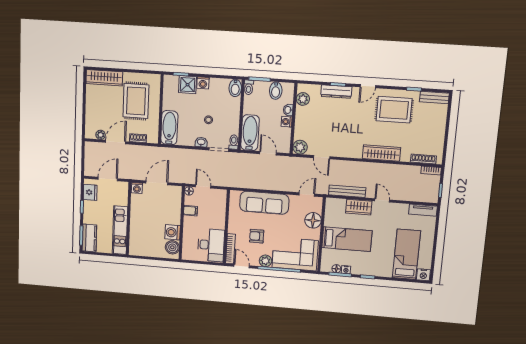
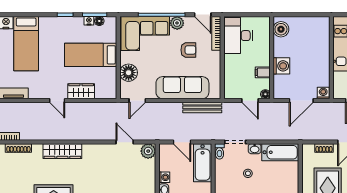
bathtub: (169, 128) -> (280, 152), moved, turned -90
bench: (347, 191) -> (202, 107), moved
washing machine: (173, 232) -> (281, 66), moved

